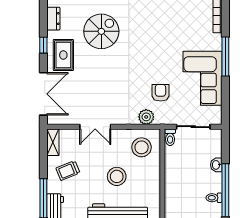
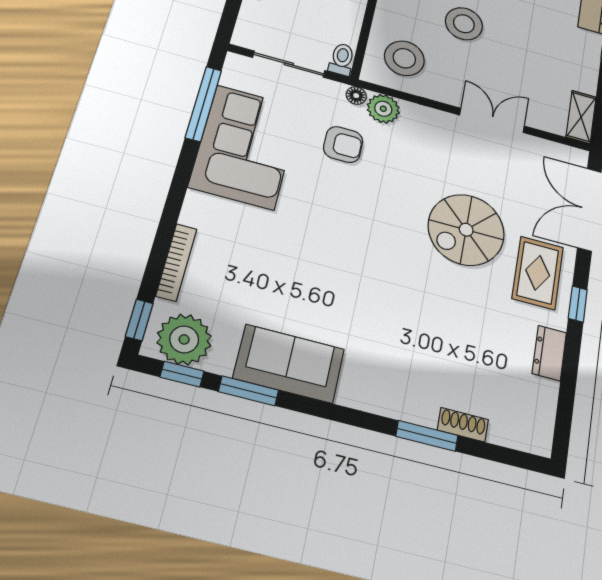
spiral stairs: (101, 31) -> (466, 230), moved
window: (225, 57) -> (203, 104), moved
armchair: (161, 93) -> (343, 144), turned -90
floor lamp: (160, 120) -> (356, 96), added
trolley: (68, 171) -> (558, 61), removed

